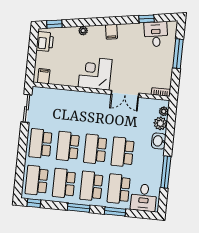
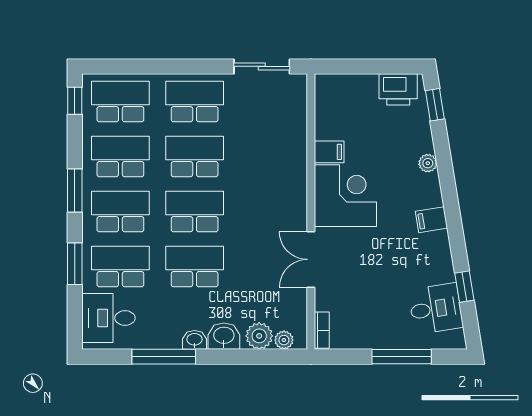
filing cabinet: (44, 76) -> (329, 152), moved
washbasin: (159, 156) -> (195, 340), added

